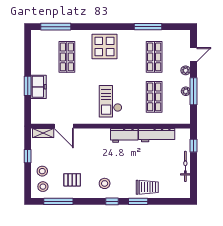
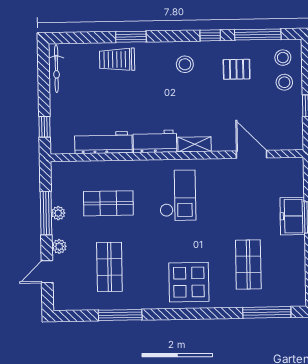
shop shelf: (154, 97) -> (108, 203), turned 90
shelving: (43, 133) -> (195, 144), moved
bicycle: (185, 166) -> (56, 69), moved
window: (112, 201) -> (210, 35), moved

